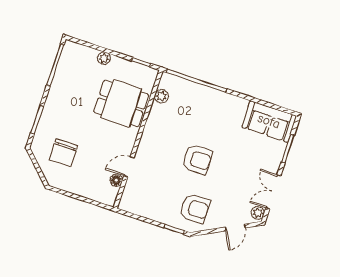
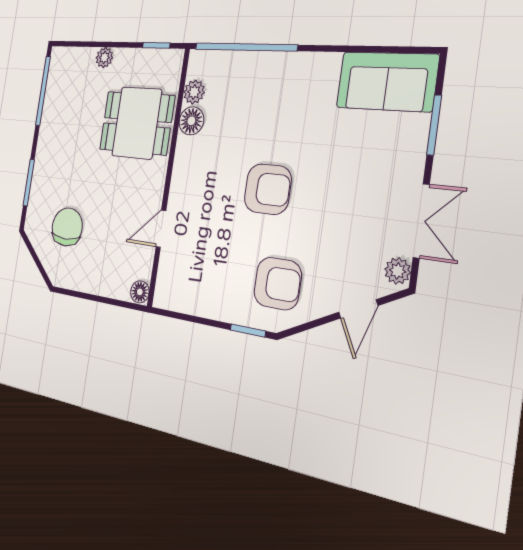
floor lamp: (157, 112) -> (191, 121), added
chair: (64, 153) -> (67, 227), turned 180
floor lamp: (116, 180) -> (140, 292), moved
double door: (273, 192) -> (421, 221), swing flipped

